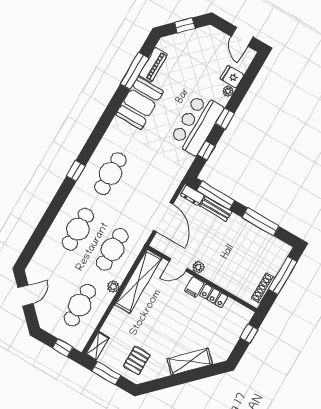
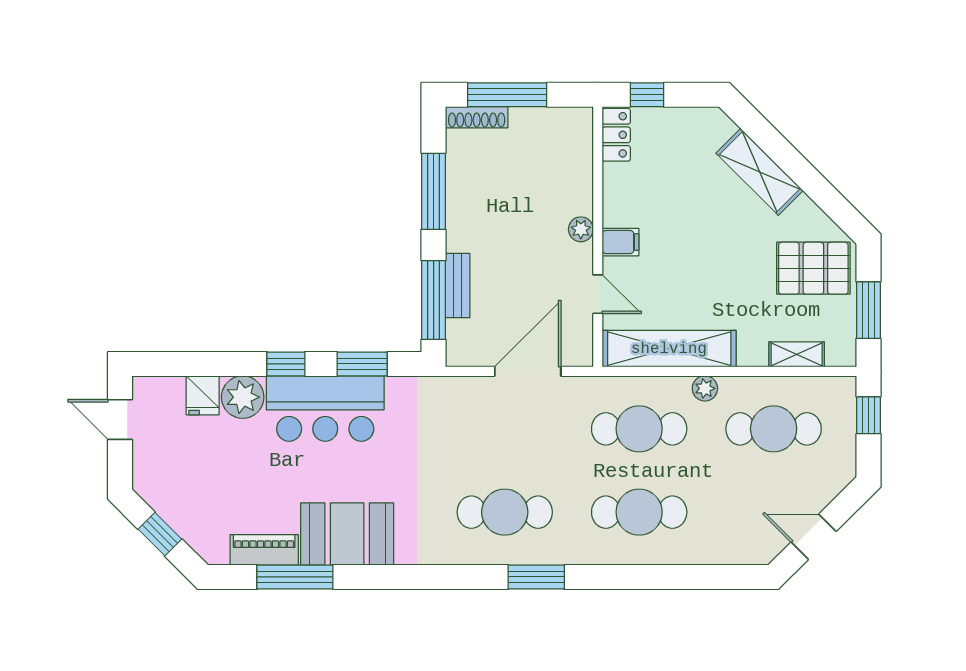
door: (242, 37) -> (120, 420), swing flipped
plant: (228, 91) -> (243, 397), width x1.88, depth x1.88
window: (206, 150) -> (362, 364), width x1.50
window: (76, 171) -> (536, 577), width x1.50
dresser: (192, 195) -> (458, 342), removed
plant: (198, 267) -> (581, 229), moved
shoe rack: (263, 288) -> (477, 117), moved
locker: (214, 296) -> (616, 135), moved
shelving: (97, 346) -> (797, 354), moved
pallet: (137, 361) -> (813, 268), width x1.50, depth x1.42

